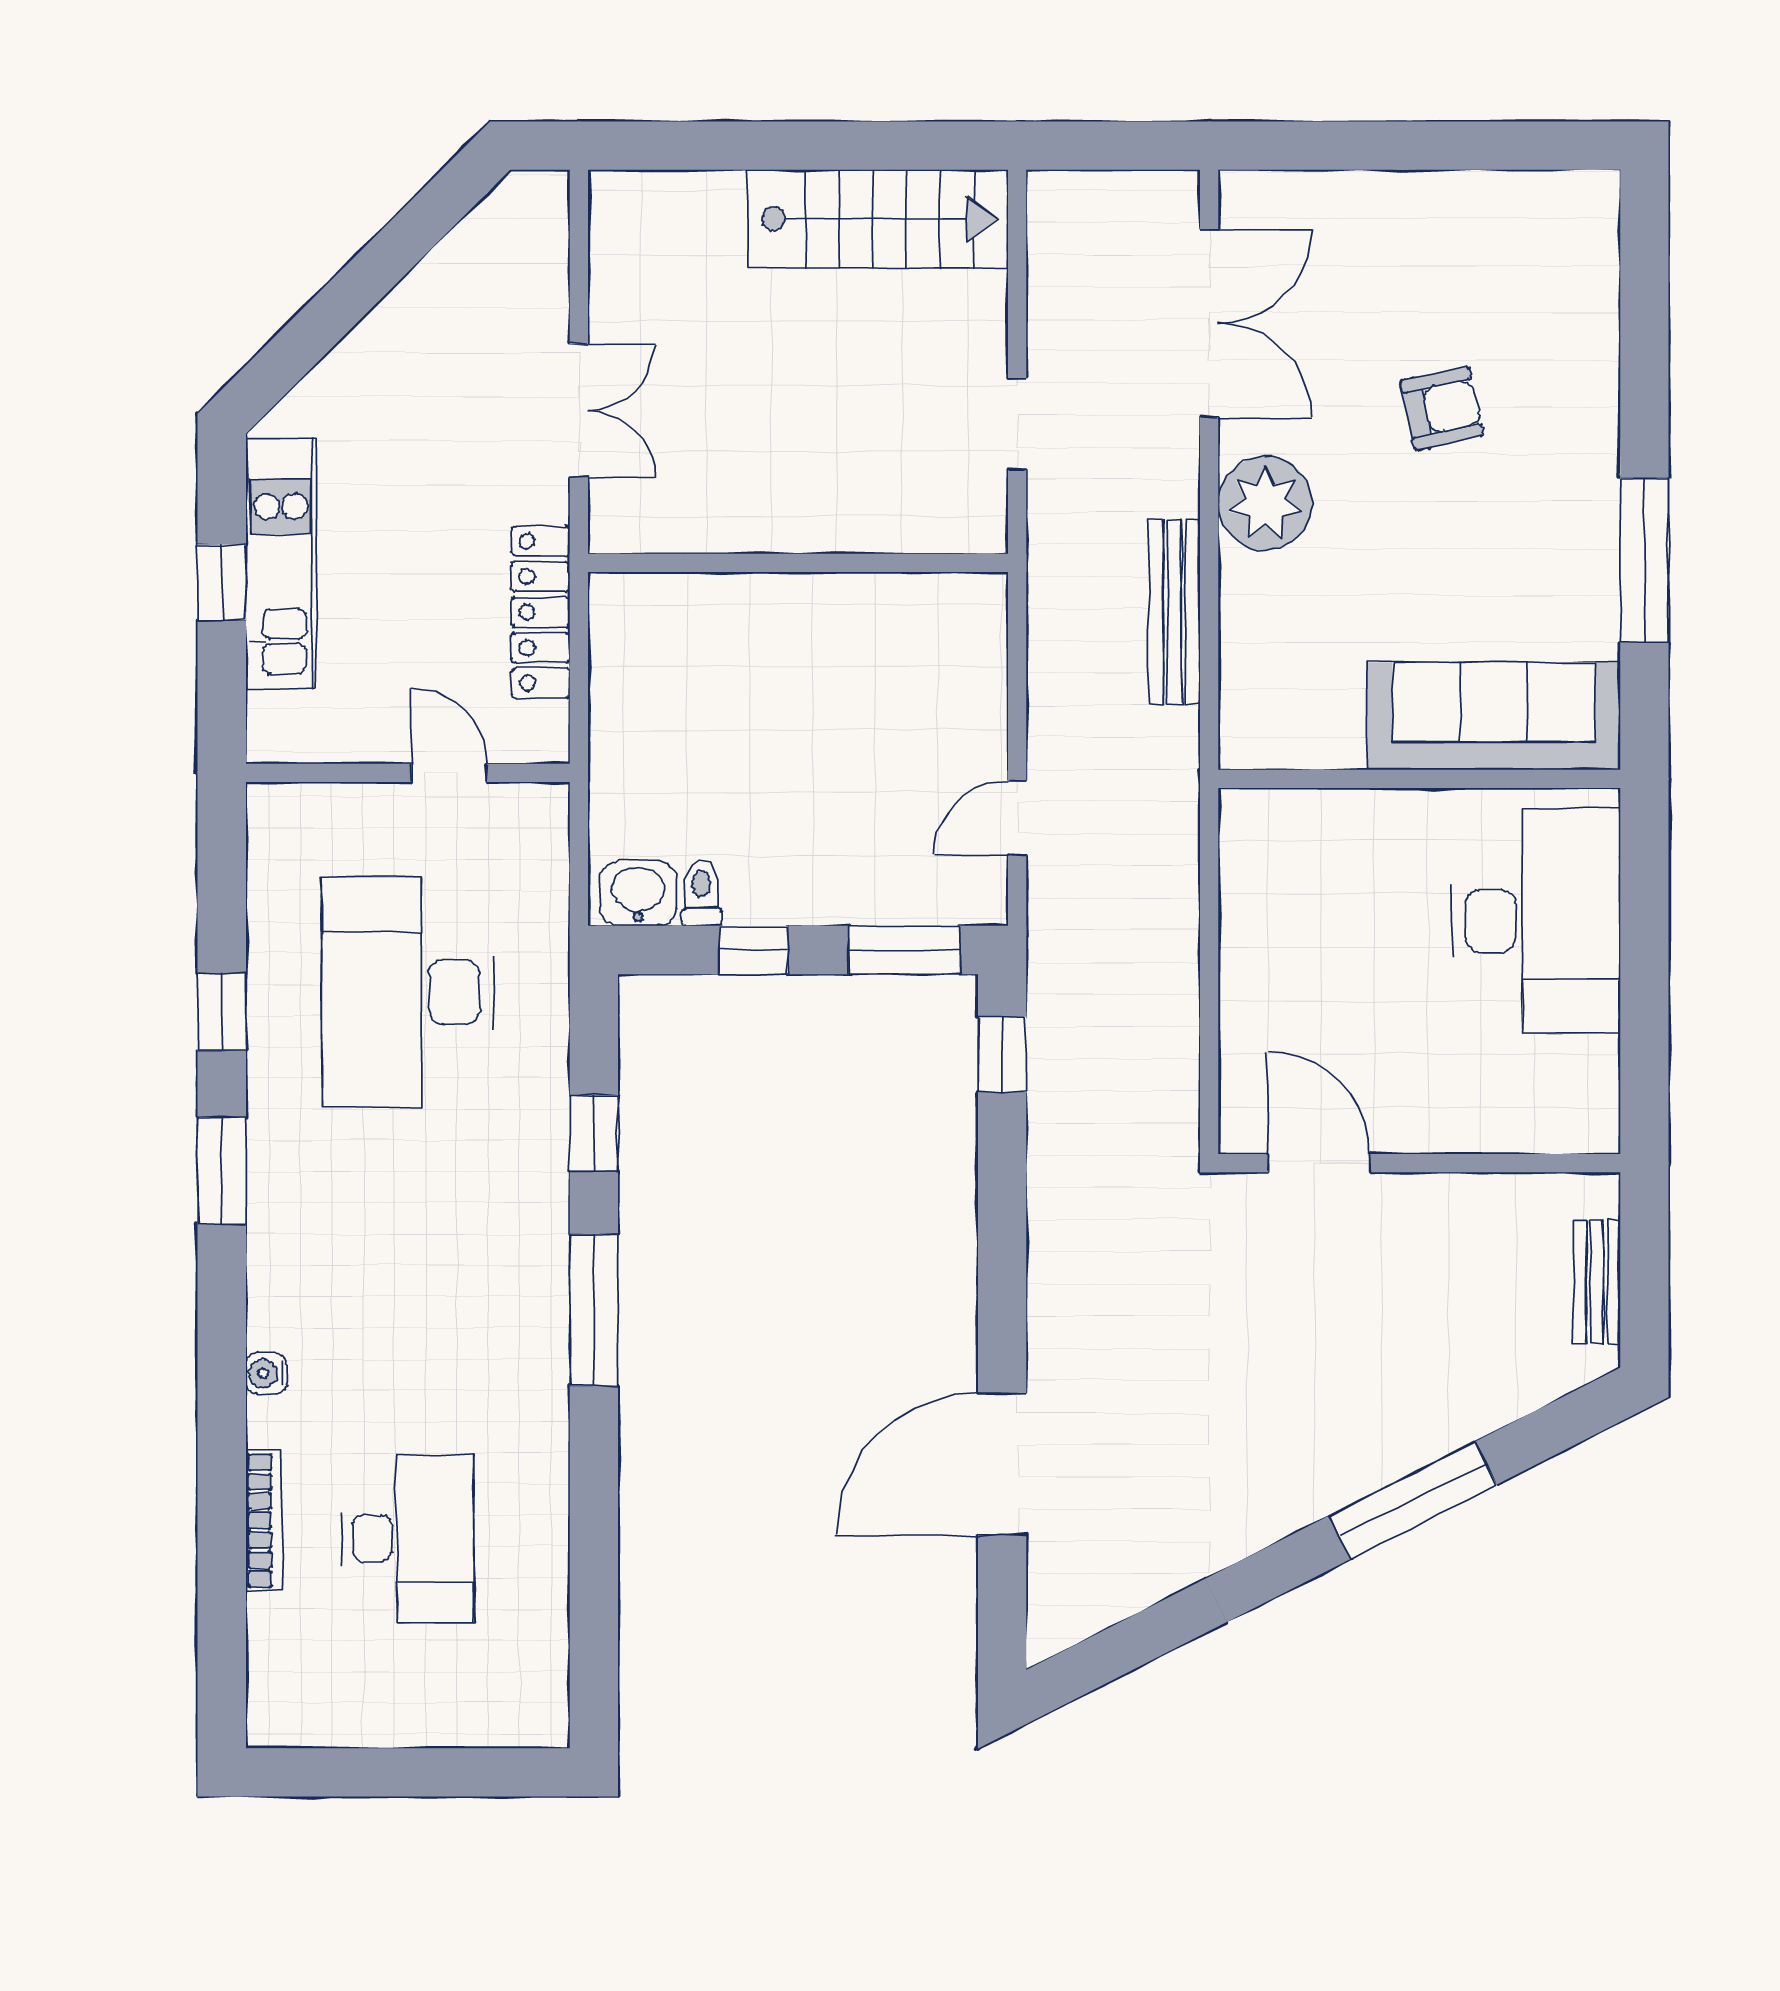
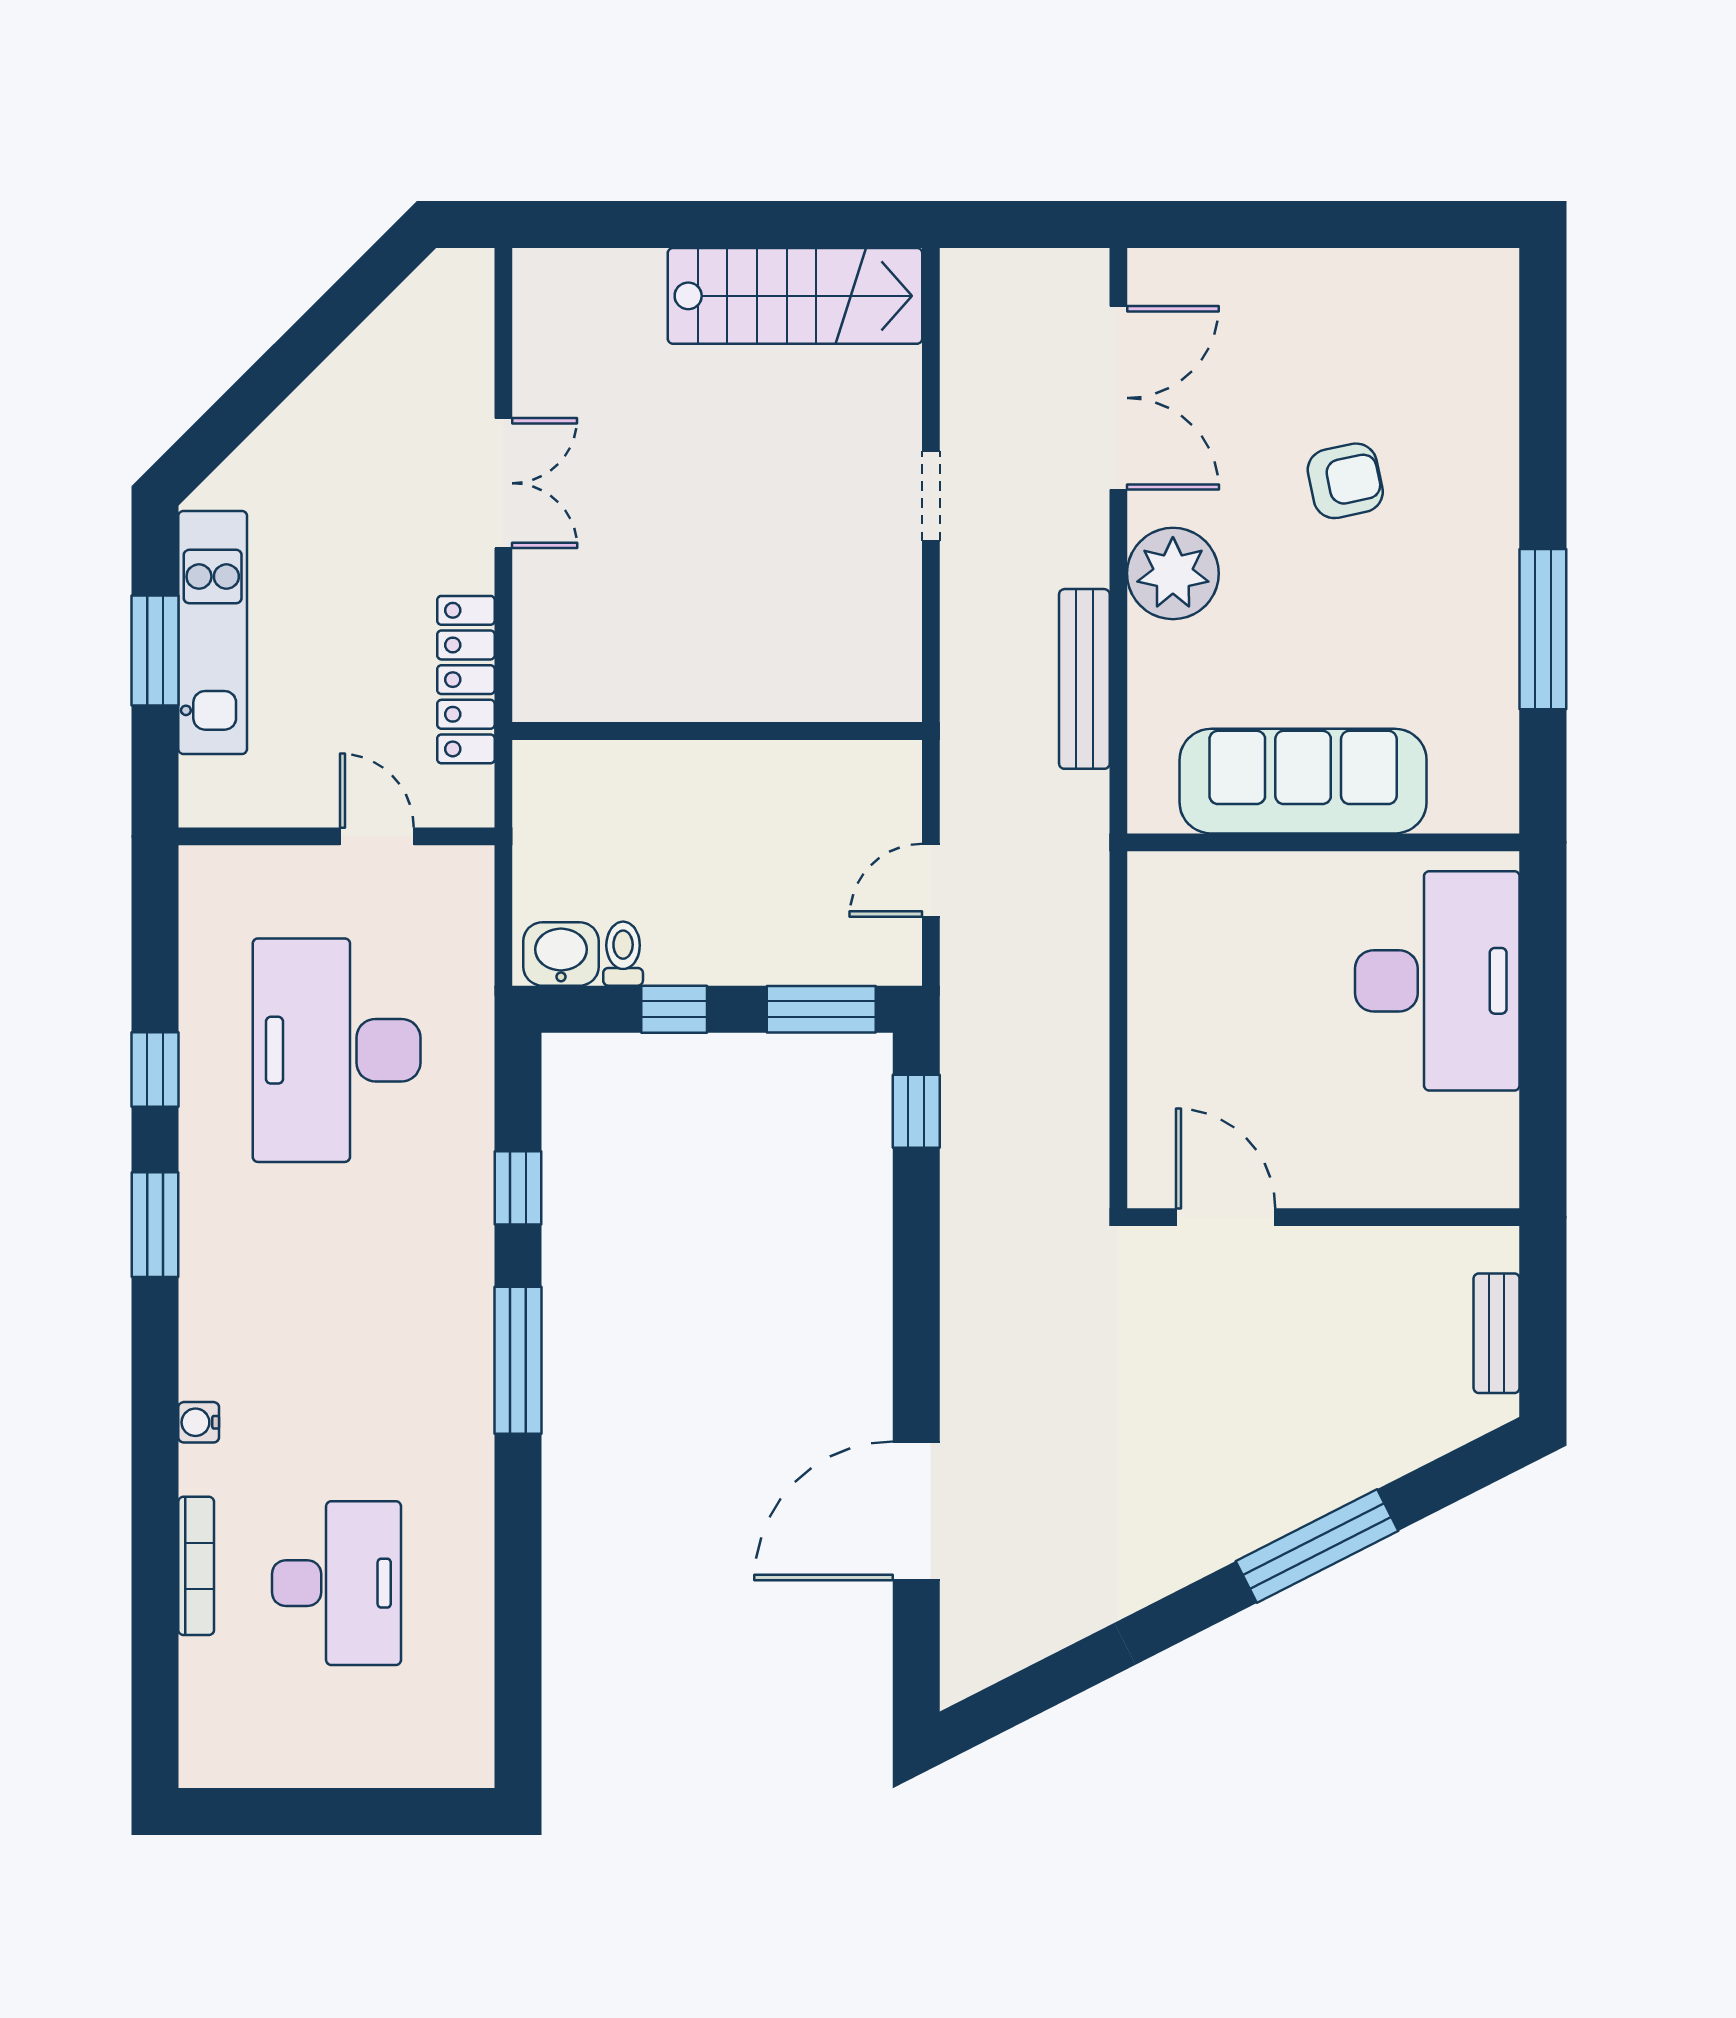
wall: (798, 563) -> (717, 731), moved
window: (222, 582) -> (155, 650), width x1.50
sofa: (1494, 716) -> (1303, 781), moved

